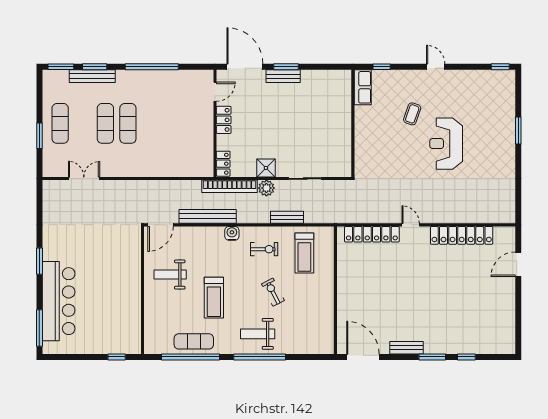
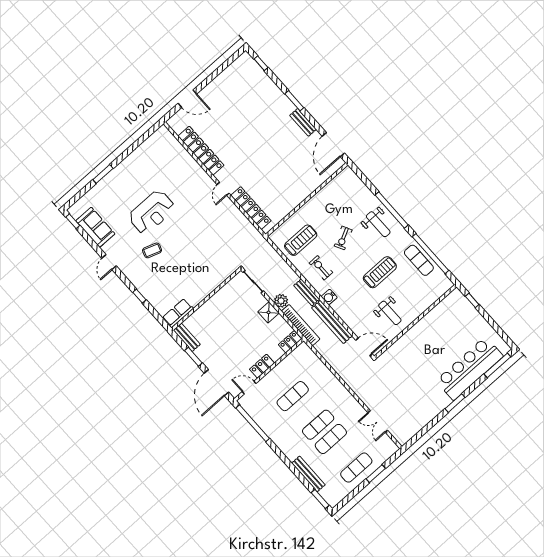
window: (95, 67) -> (301, 478), removed
window: (152, 67) -> (253, 423), moved
bench: (283, 76) -> (187, 337), moved
sofa: (477, 82) -> (95, 227), added
row of seats: (363, 87) -> (178, 313), moved
exercise mat: (173, 123) -> (293, 396), added
wall: (353, 123) -> (206, 299), moved
bench: (287, 217) -> (307, 292), moved
window: (466, 357) -> (261, 63), moved

